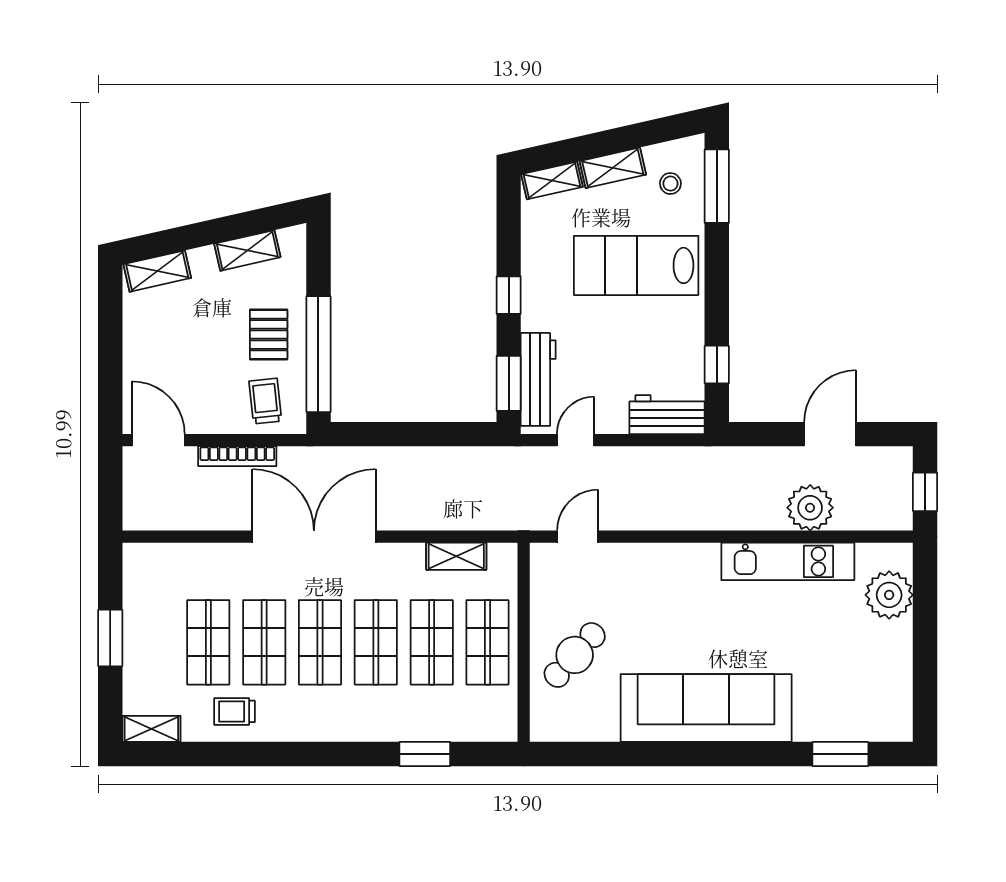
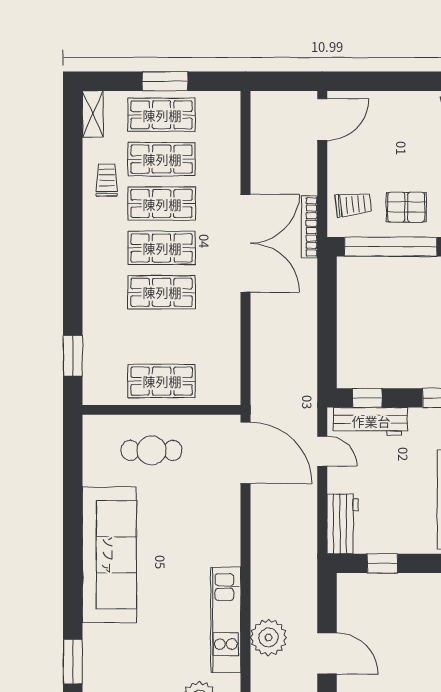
window: (509, 383) -> (367, 398), width x0.67
bookcase: (237, 456) -> (309, 227), moved
door: (578, 537) -> (245, 453), width x1.88
shelving: (456, 556) -> (230, 356), removed
shop shelf: (432, 642) -> (162, 115), moved
cafe table: (575, 655) -> (152, 450), turned -42
window: (425, 754) -> (73, 356), moved

